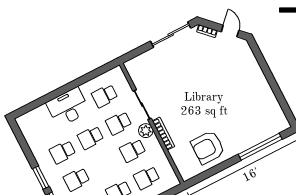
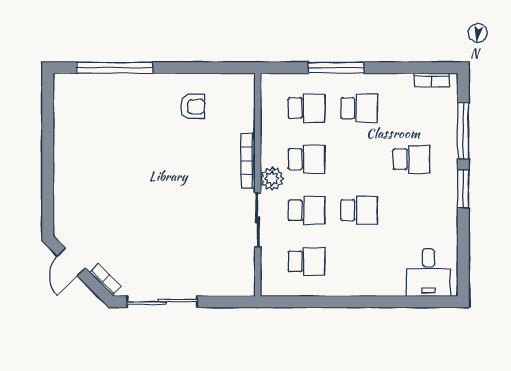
desk: (68, 107) -> (428, 273), moved, width x0.73
armchair: (208, 147) -> (193, 107), width x0.53, depth x0.53
school desk: (62, 152) -> (412, 210), removed

